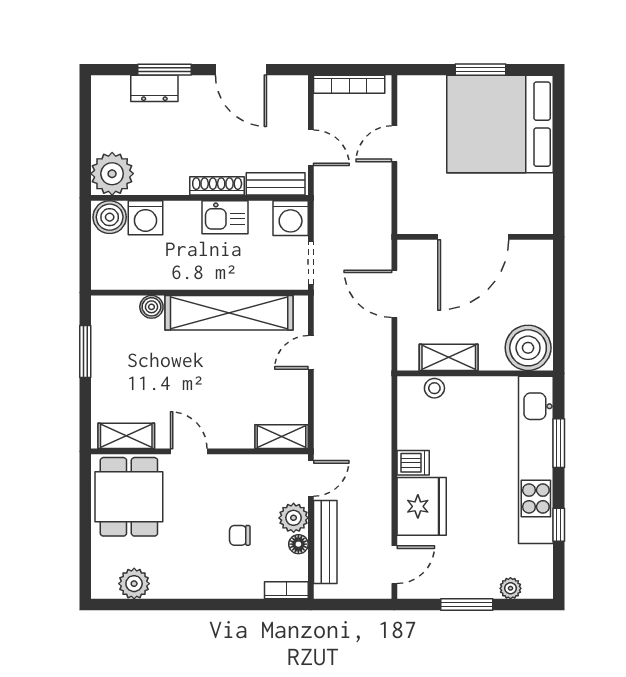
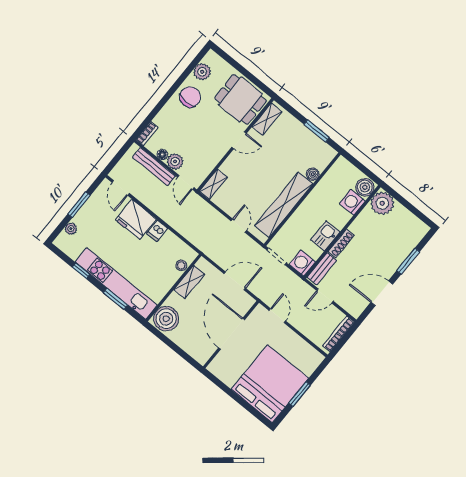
dresser: (154, 88) -> (404, 250), removed
door: (394, 144) -> (277, 316), moved
chair: (240, 535) -> (190, 97), moved, width x1.87, depth x1.87

